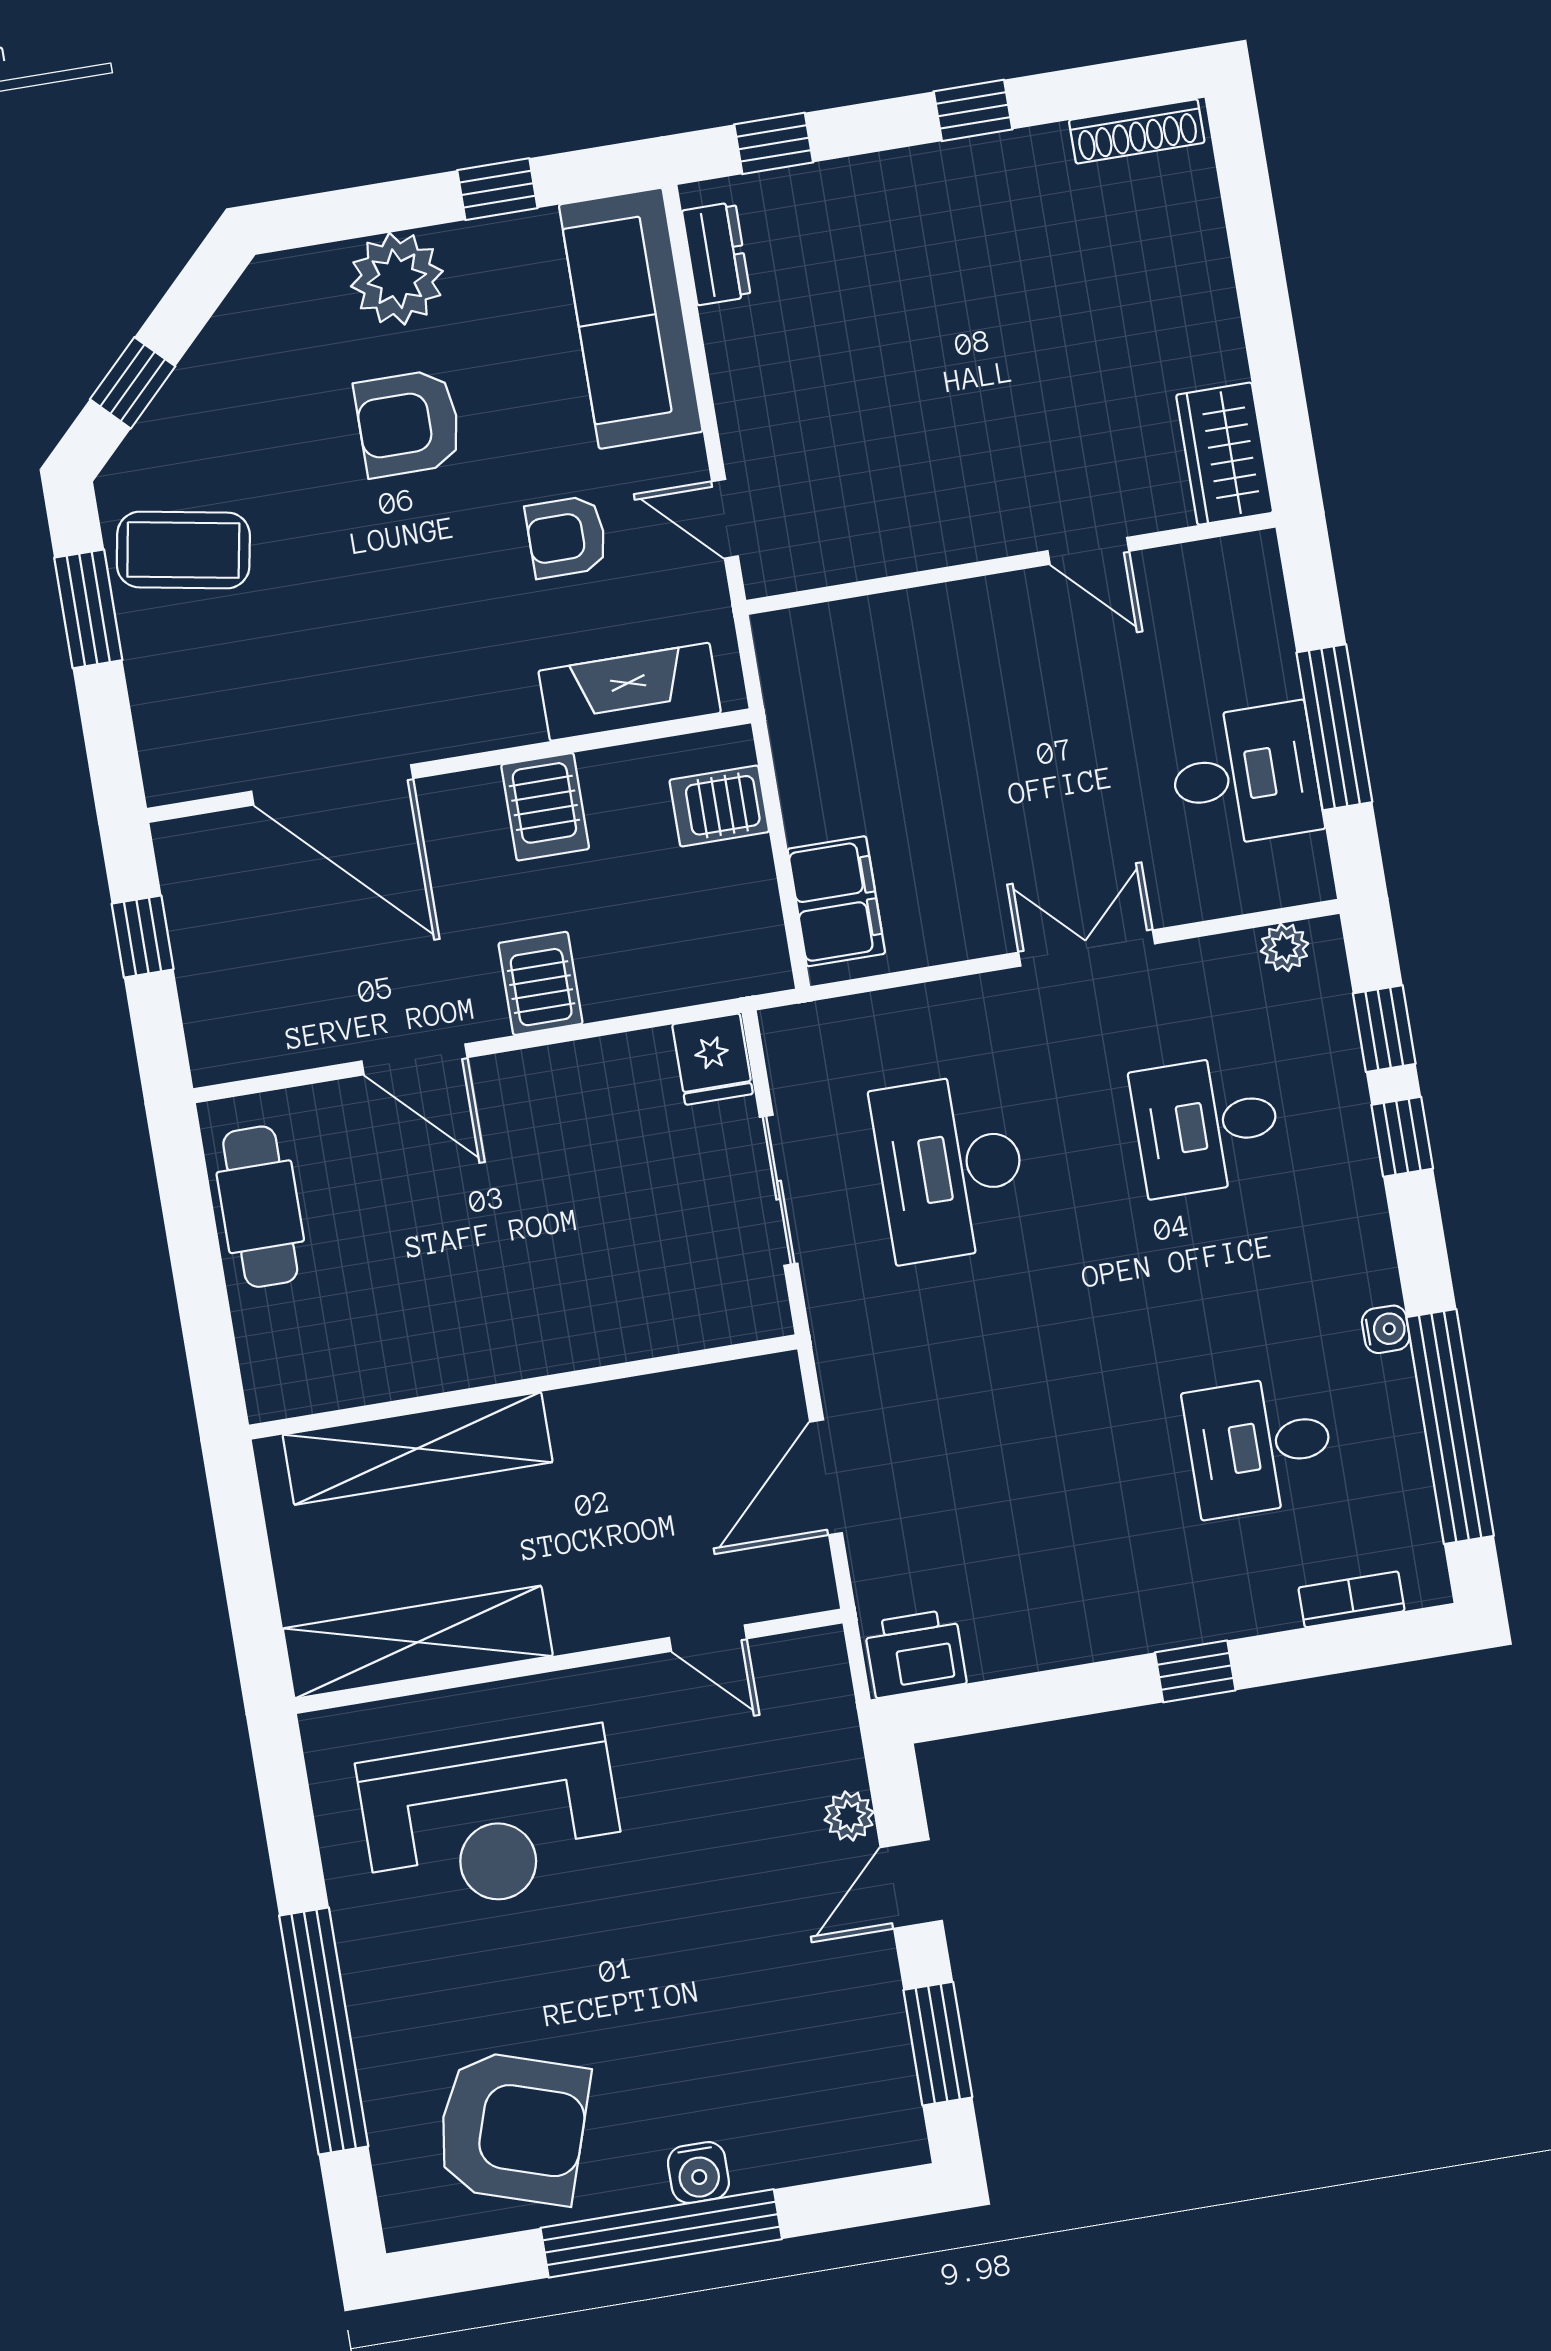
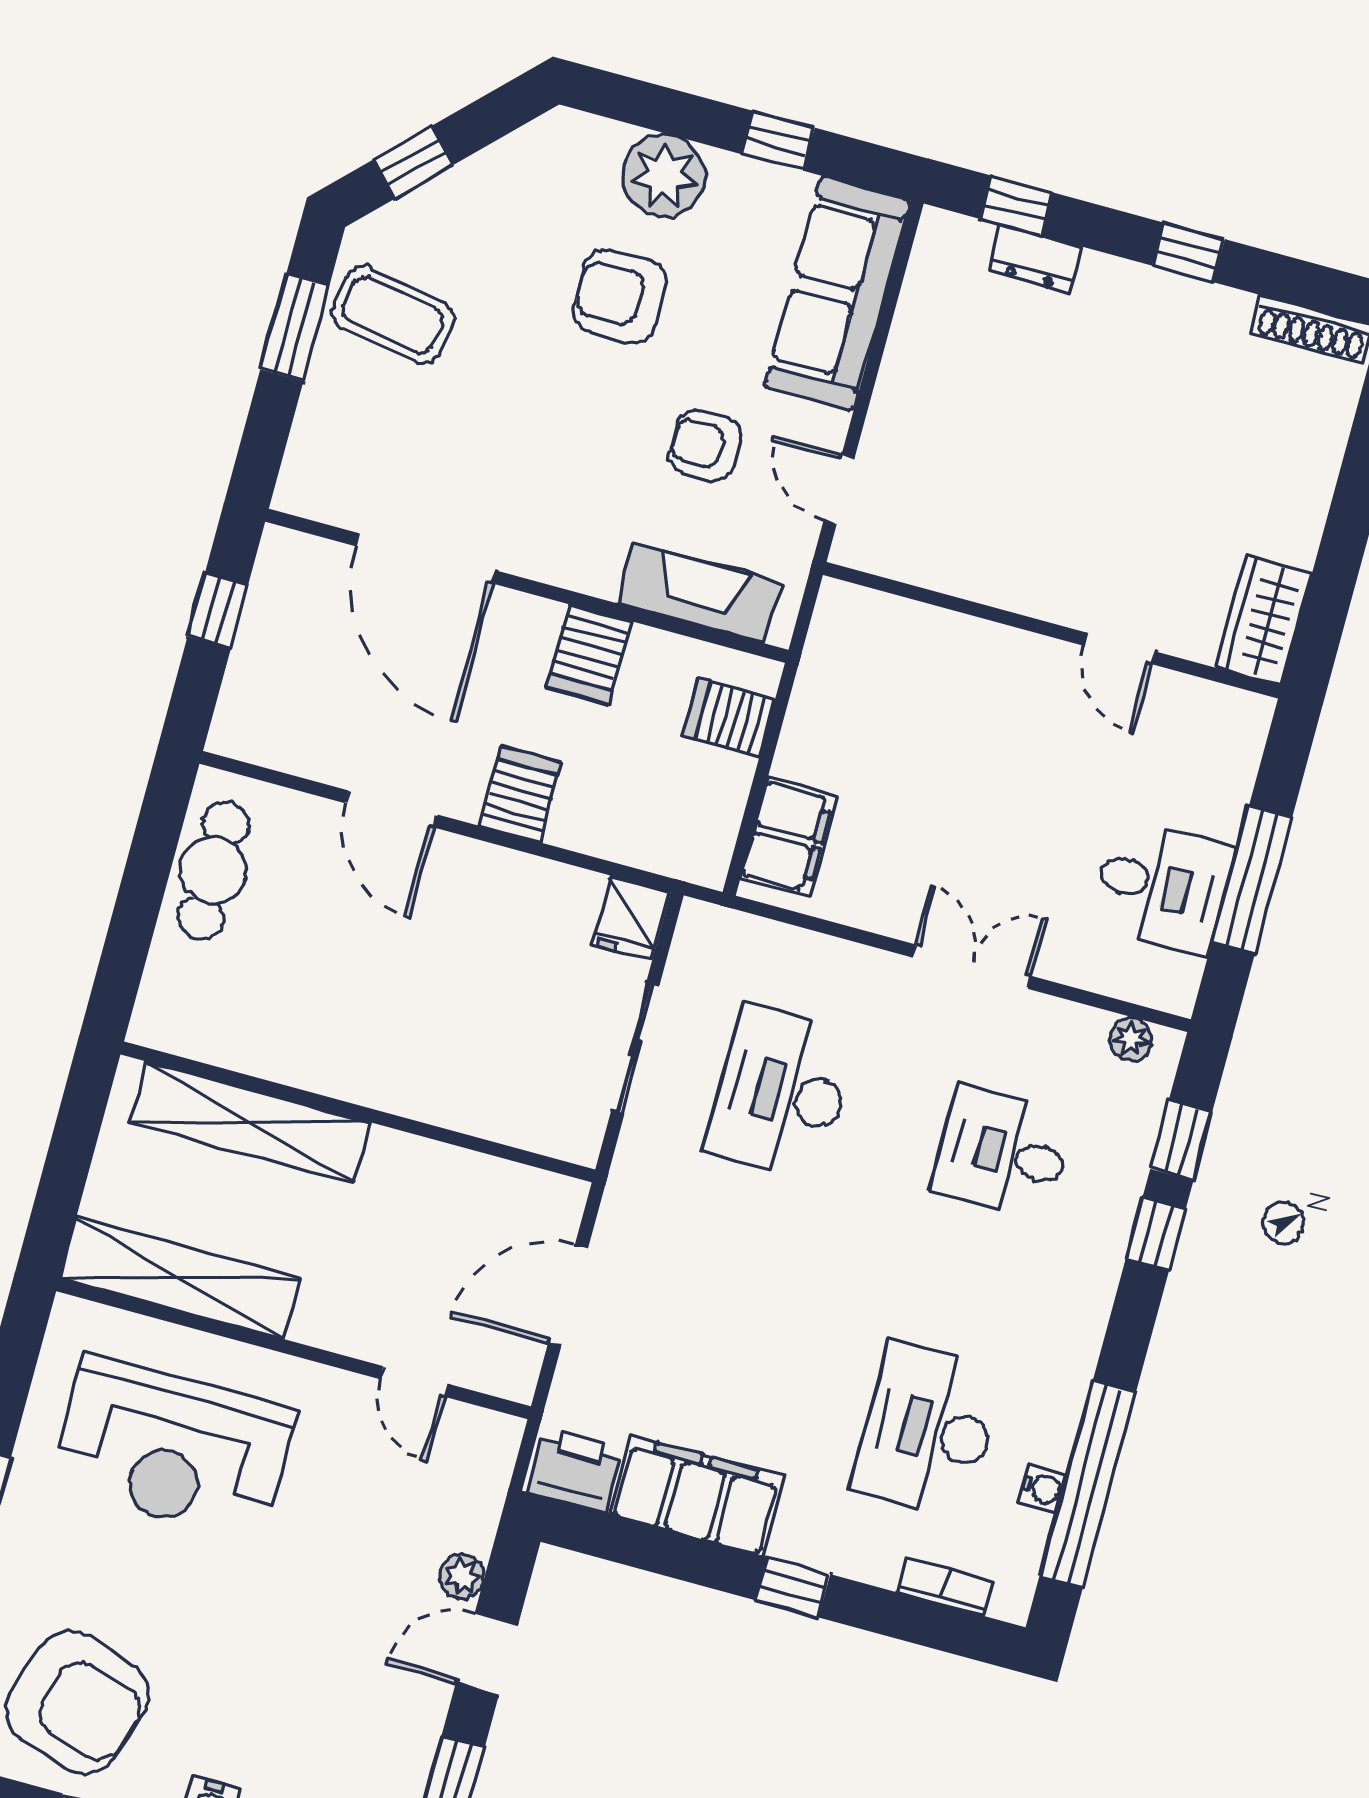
dresser: (716, 254) -> (1035, 258), moved, turned 90
water cooler: (1386, 1329) -> (1043, 1488), moved
desk: (1260, 1446) -> (928, 1430), width x1.37
filing cabinet: (1053, 1622) -> (697, 1495), added

